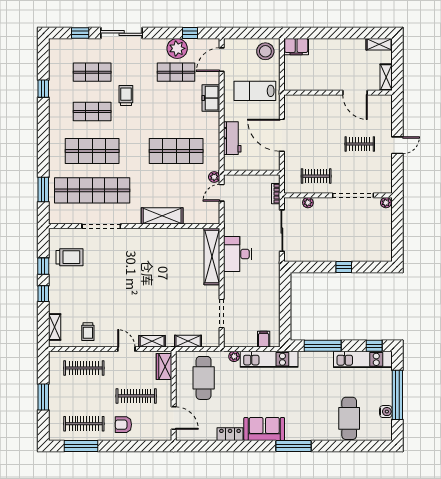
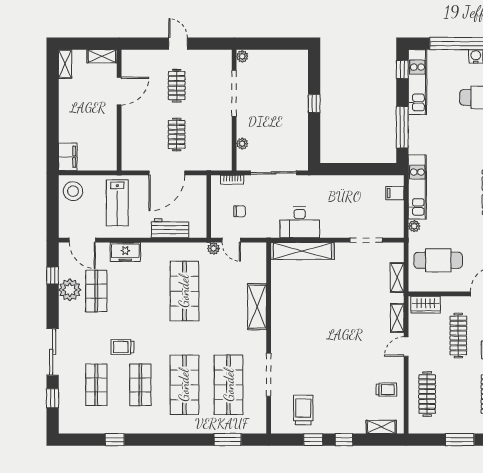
clothes rail: (316, 176) -> (177, 134), moved
shop shelf: (92, 190) -> (229, 385), width x0.71
chair: (247, 200) -> (240, 211), added

